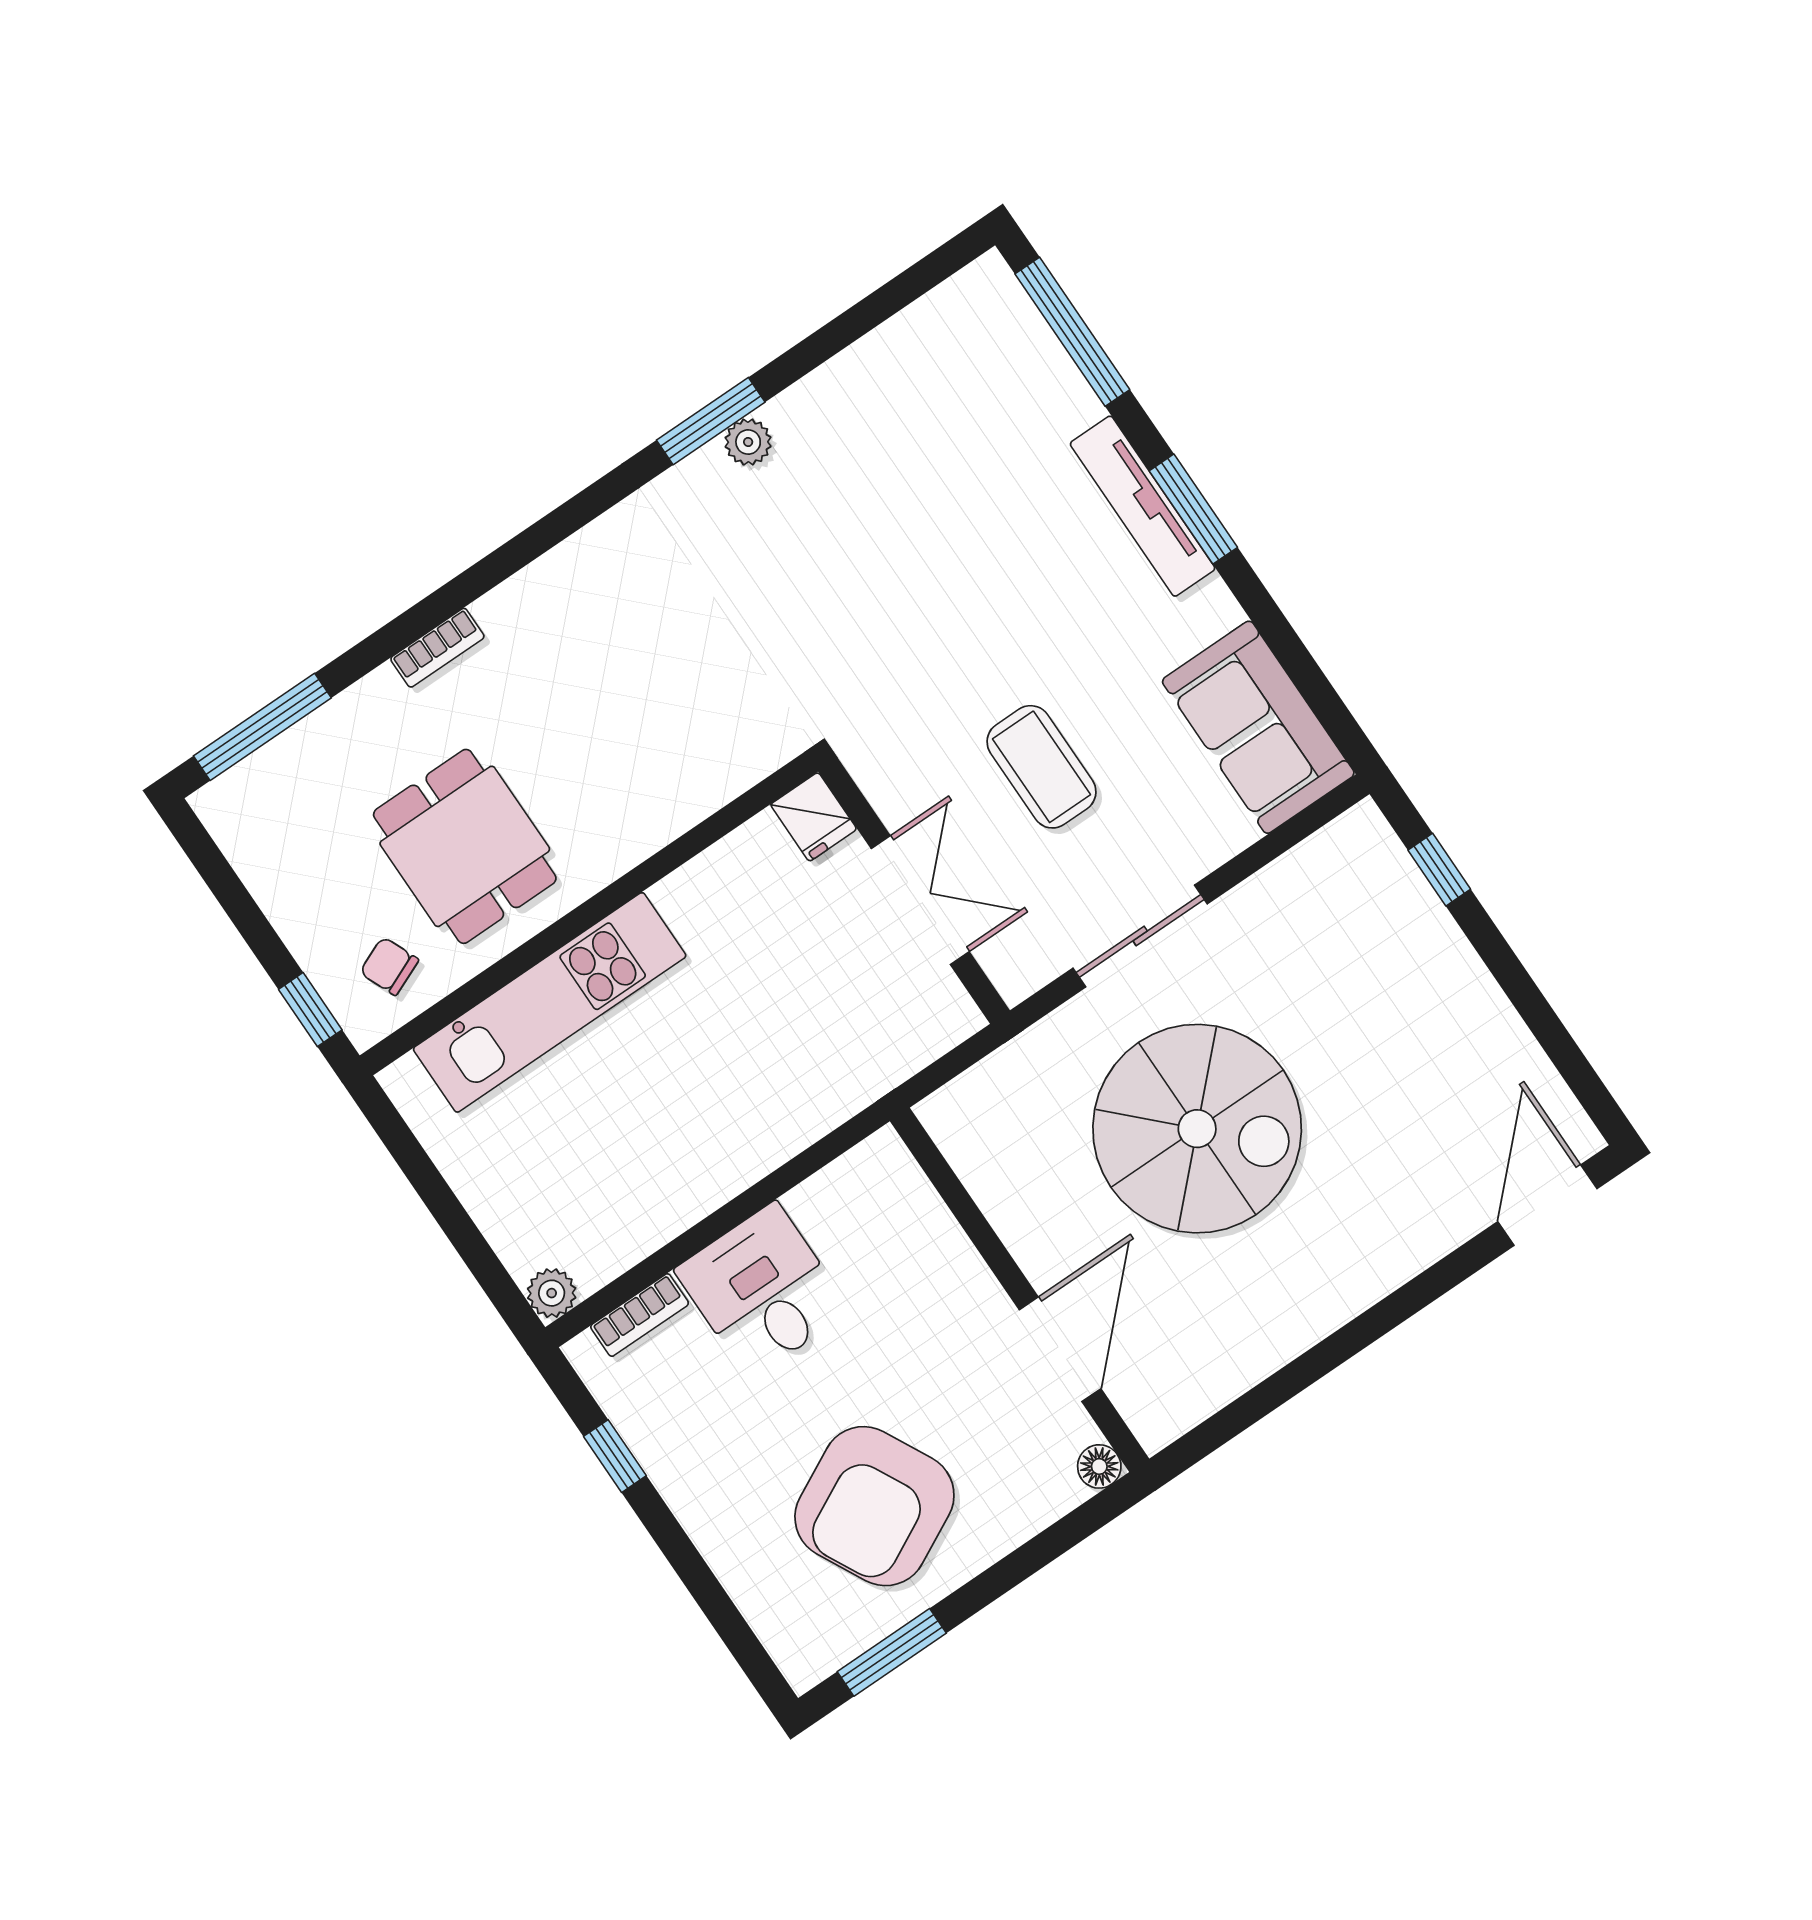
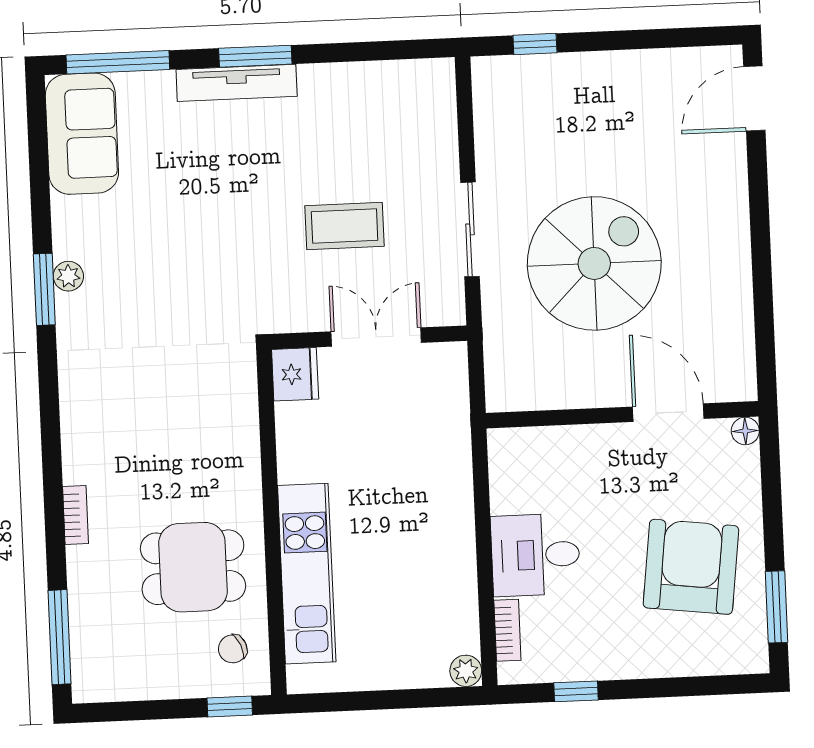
sofa: (1258, 727) -> (82, 134), moved, turned -90
fridge: (814, 817) -> (295, 374), width x1.38
door: (1547, 1205) -> (754, 98), hinge flipped
armchair: (874, 1506) -> (691, 567), turned -146

